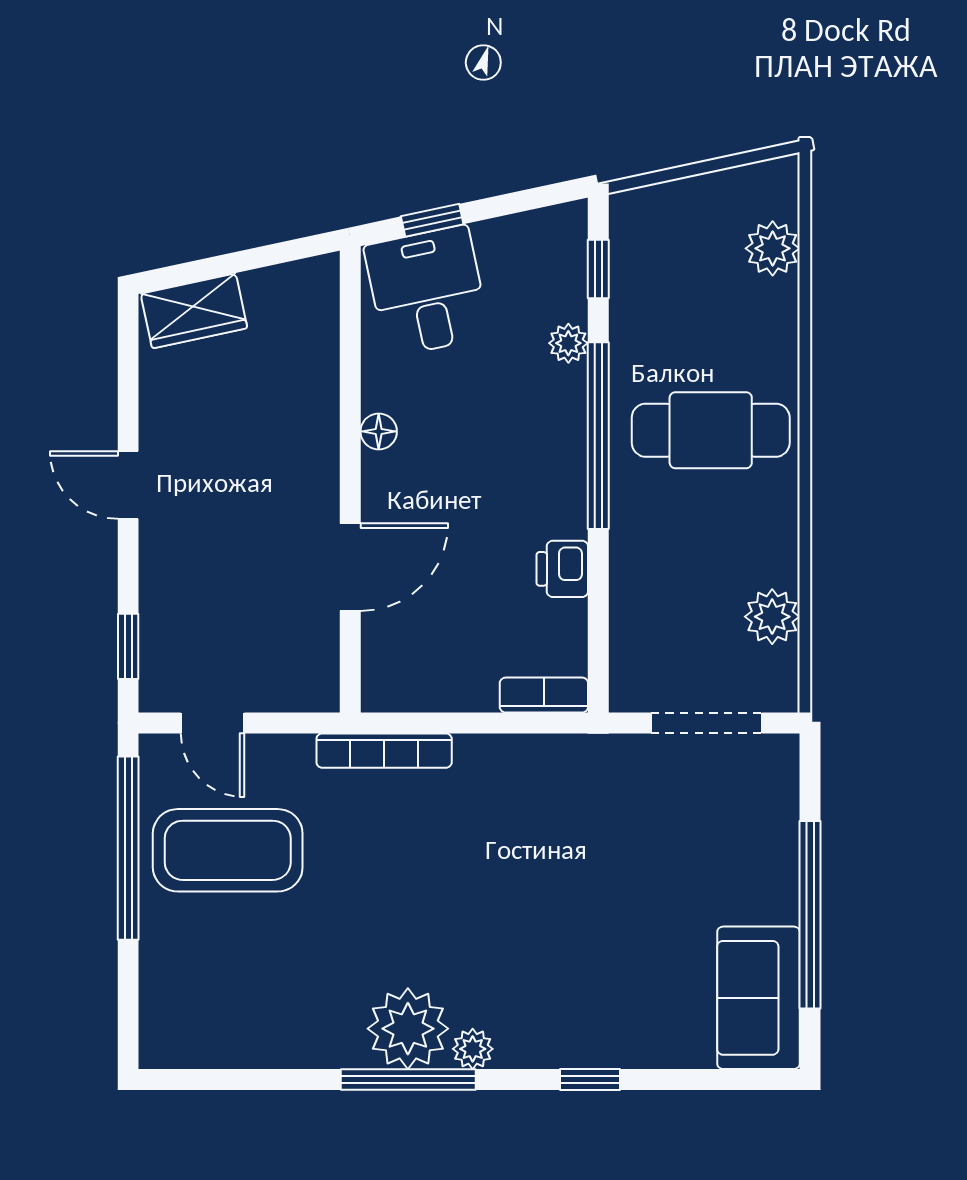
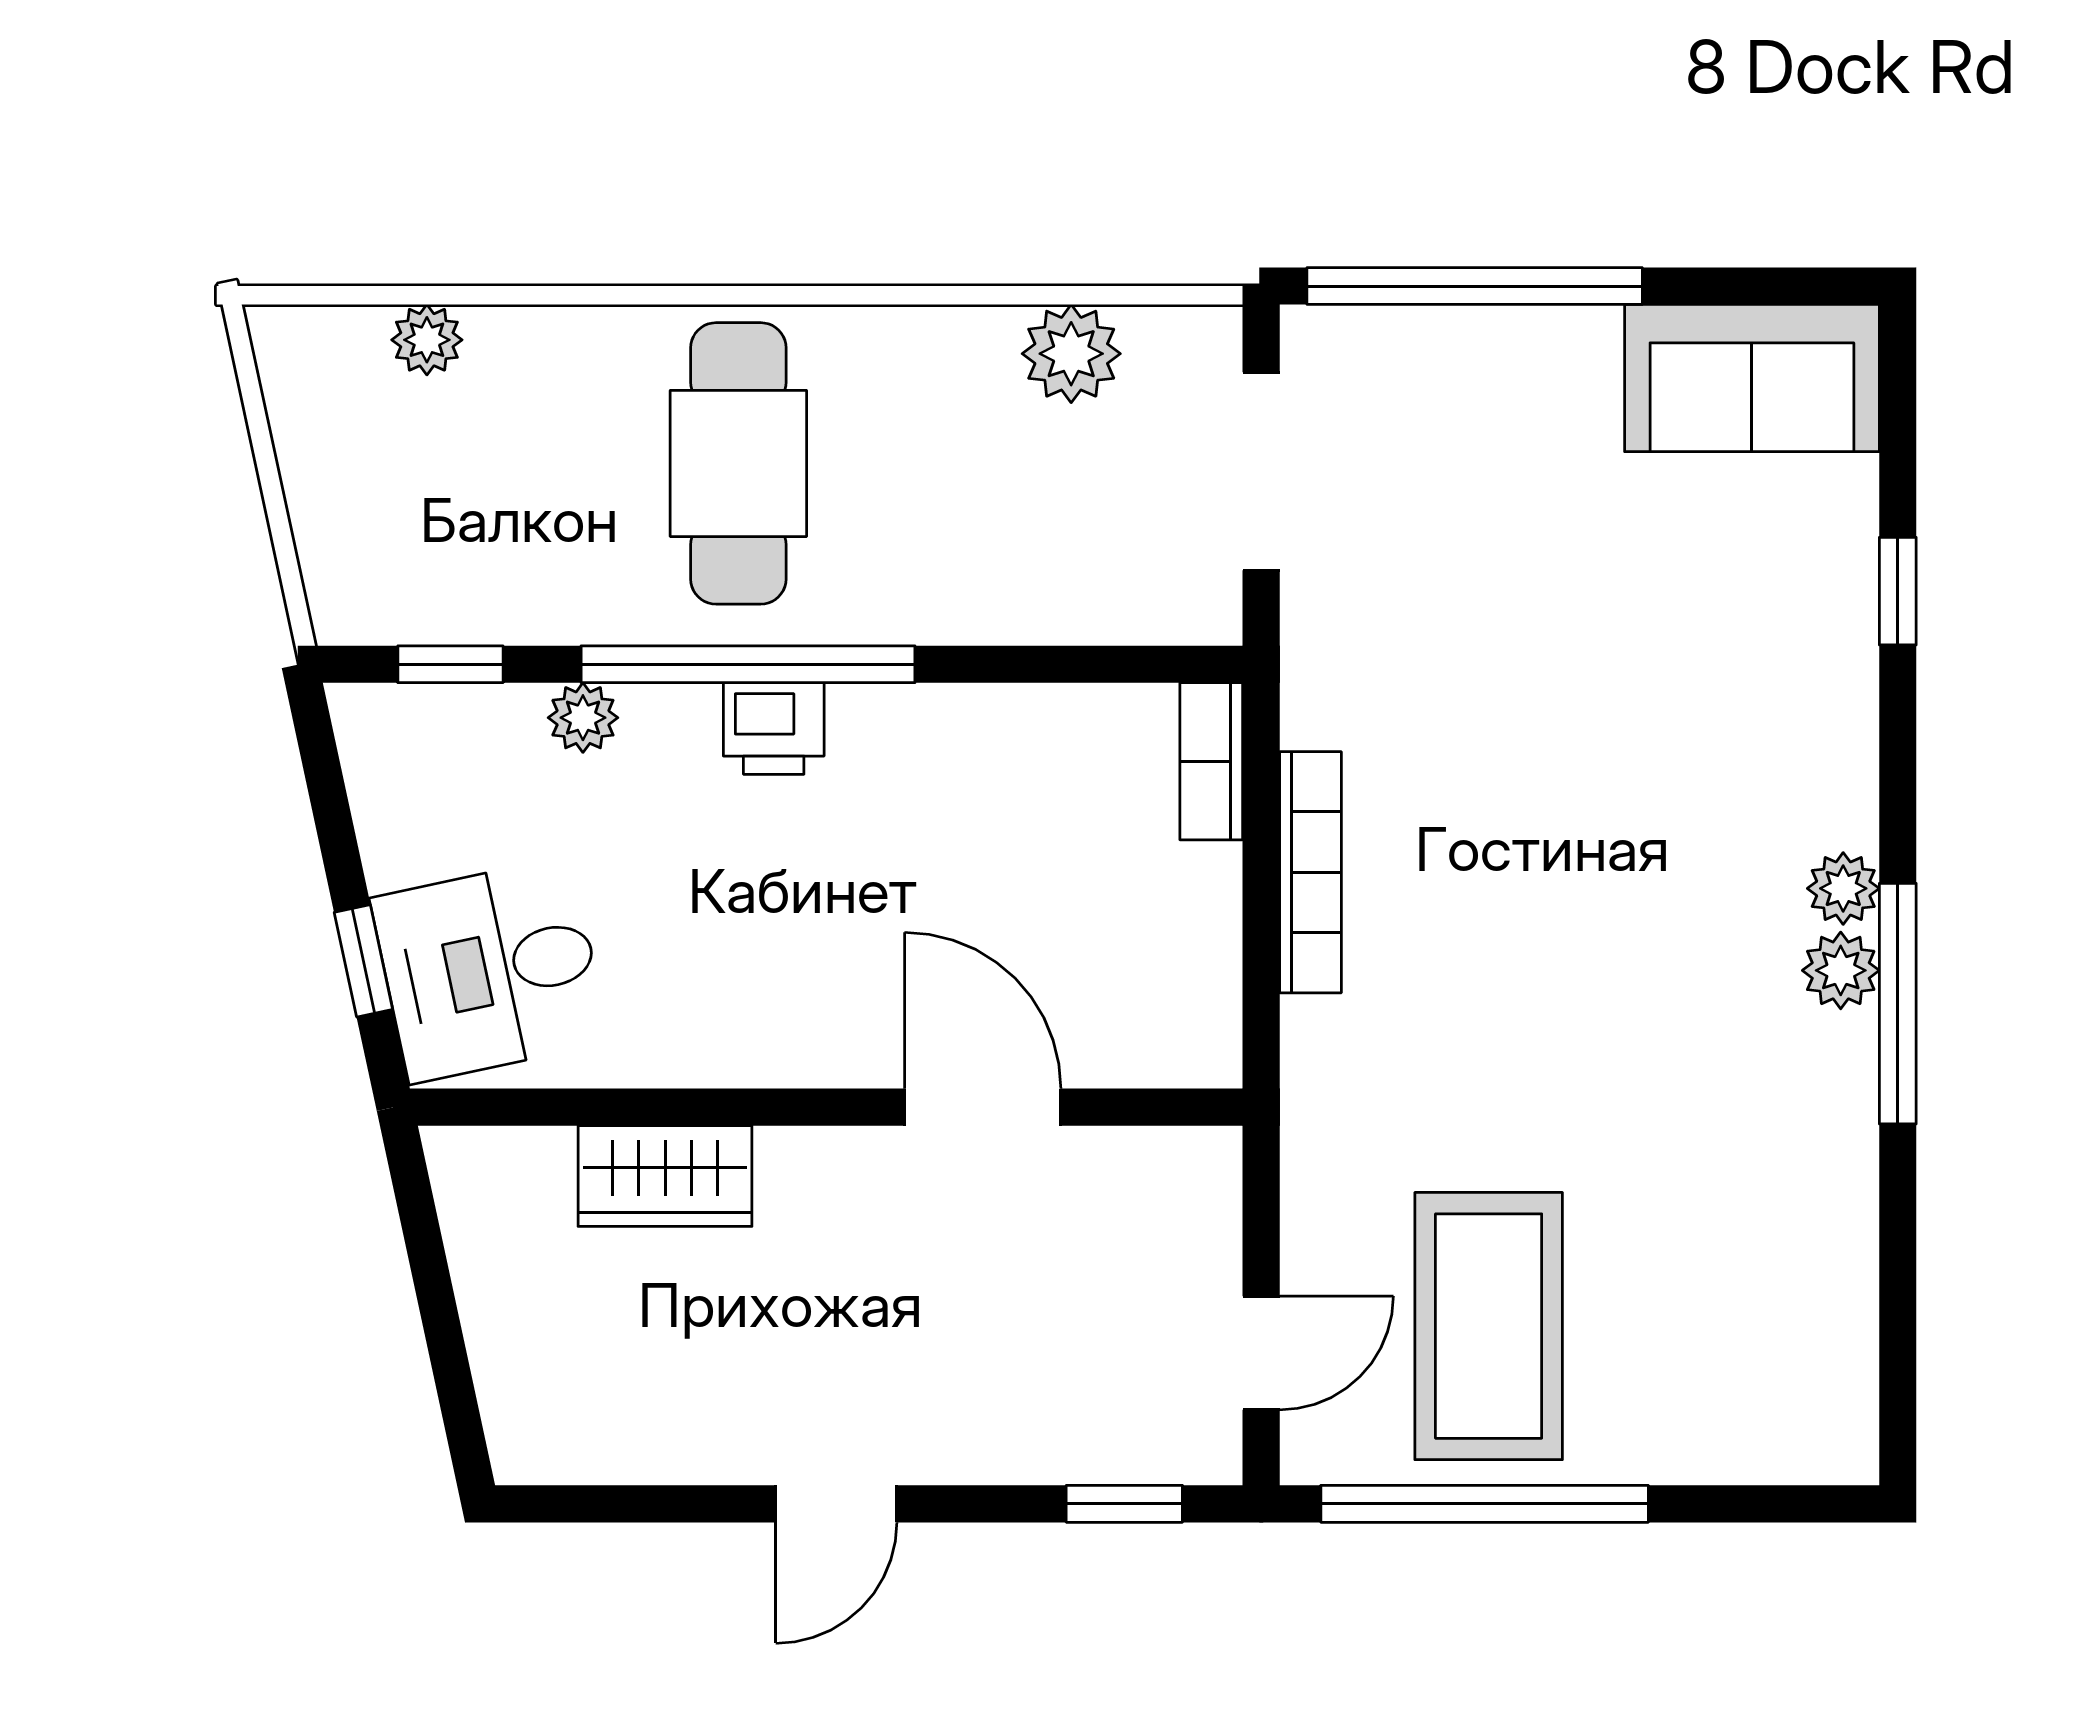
plant: (773, 248) -> (427, 340), width x0.73, depth x0.73
wardrobe: (194, 311) -> (665, 1176), moved, turned 102
floor lamp: (379, 431) -> (741, 1056), removed
printer: (562, 569) -> (774, 729), moved
bookcase: (384, 751) -> (1310, 872), moved
window: (810, 915) -> (1475, 286), moved
plant: (408, 1029) -> (1841, 970), width x0.53, depth x0.53
window: (590, 1079) -> (1898, 591), moved

